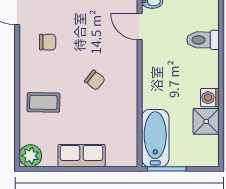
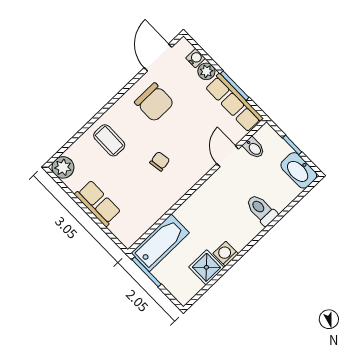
chair: (48, 42) -> (154, 102), width x1.87, depth x1.87
chair: (95, 80) -> (160, 161), turned -137

